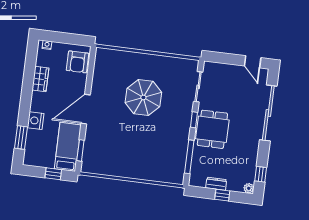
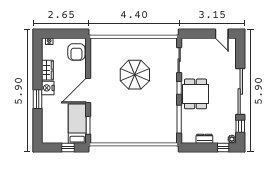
sliding door: (268, 113) -> (240, 92), moved
nightstand: (36, 121) -> (48, 88), moved
window: (21, 137) -> (37, 99), moved
window: (222, 195) -> (223, 147), moved

